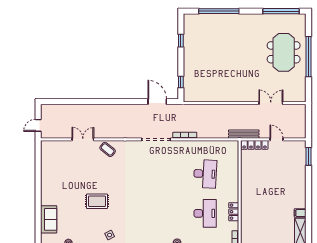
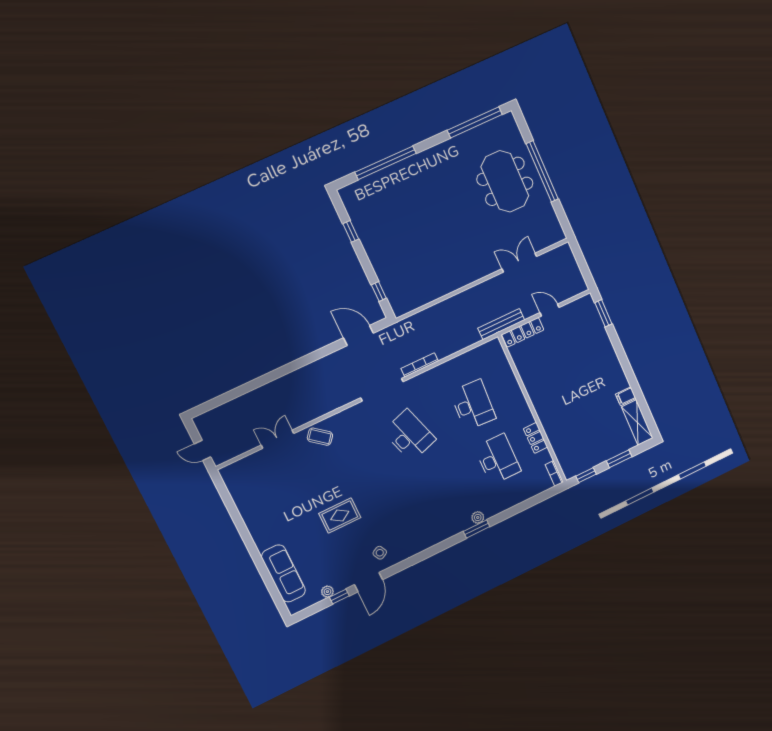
door: (38, 125) -> (203, 450), hinge flipped
desk: (160, 174) -> (409, 435), added
sofa: (49, 219) -> (283, 573), width x1.36

